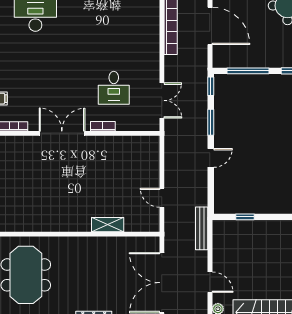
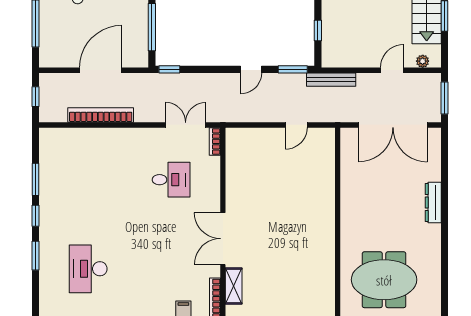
window: (211, 122) -> (293, 69), moved
bookcase: (103, 126) -> (215, 141), moved
door: (211, 158) -> (251, 69), swing flipped
shelving: (108, 225) -> (234, 286), moved

